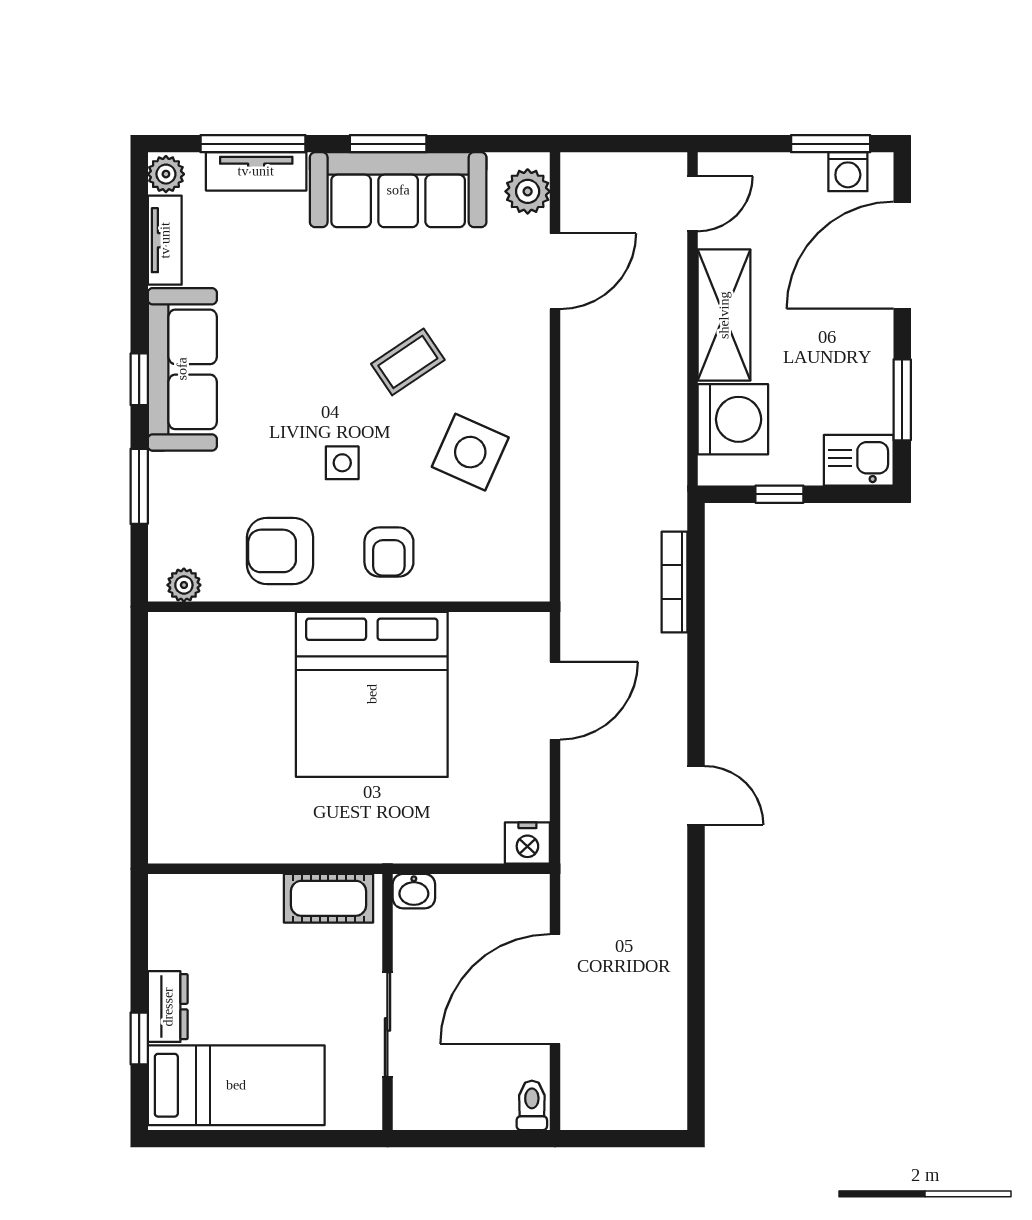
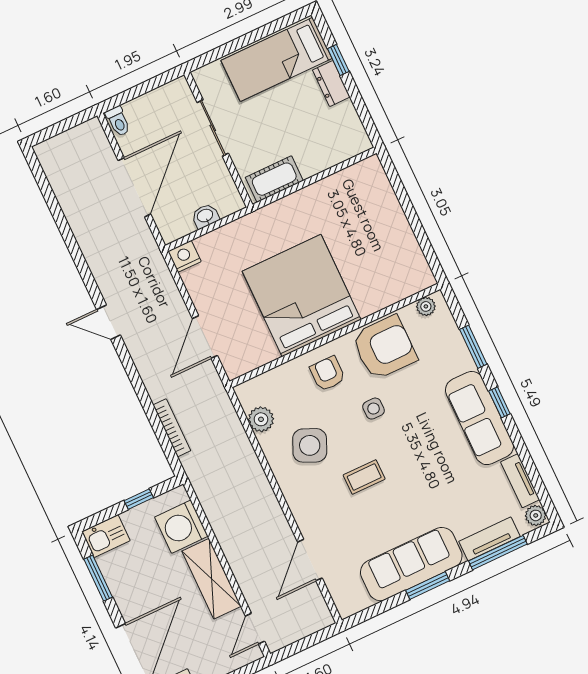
plant: (528, 191) -> (261, 419), moved
coffee table: (408, 362) -> (364, 477), turned 34
armchair: (280, 551) -> (384, 348), width x1.36, depth x1.36
washbasin: (414, 891) -> (205, 216), moved

